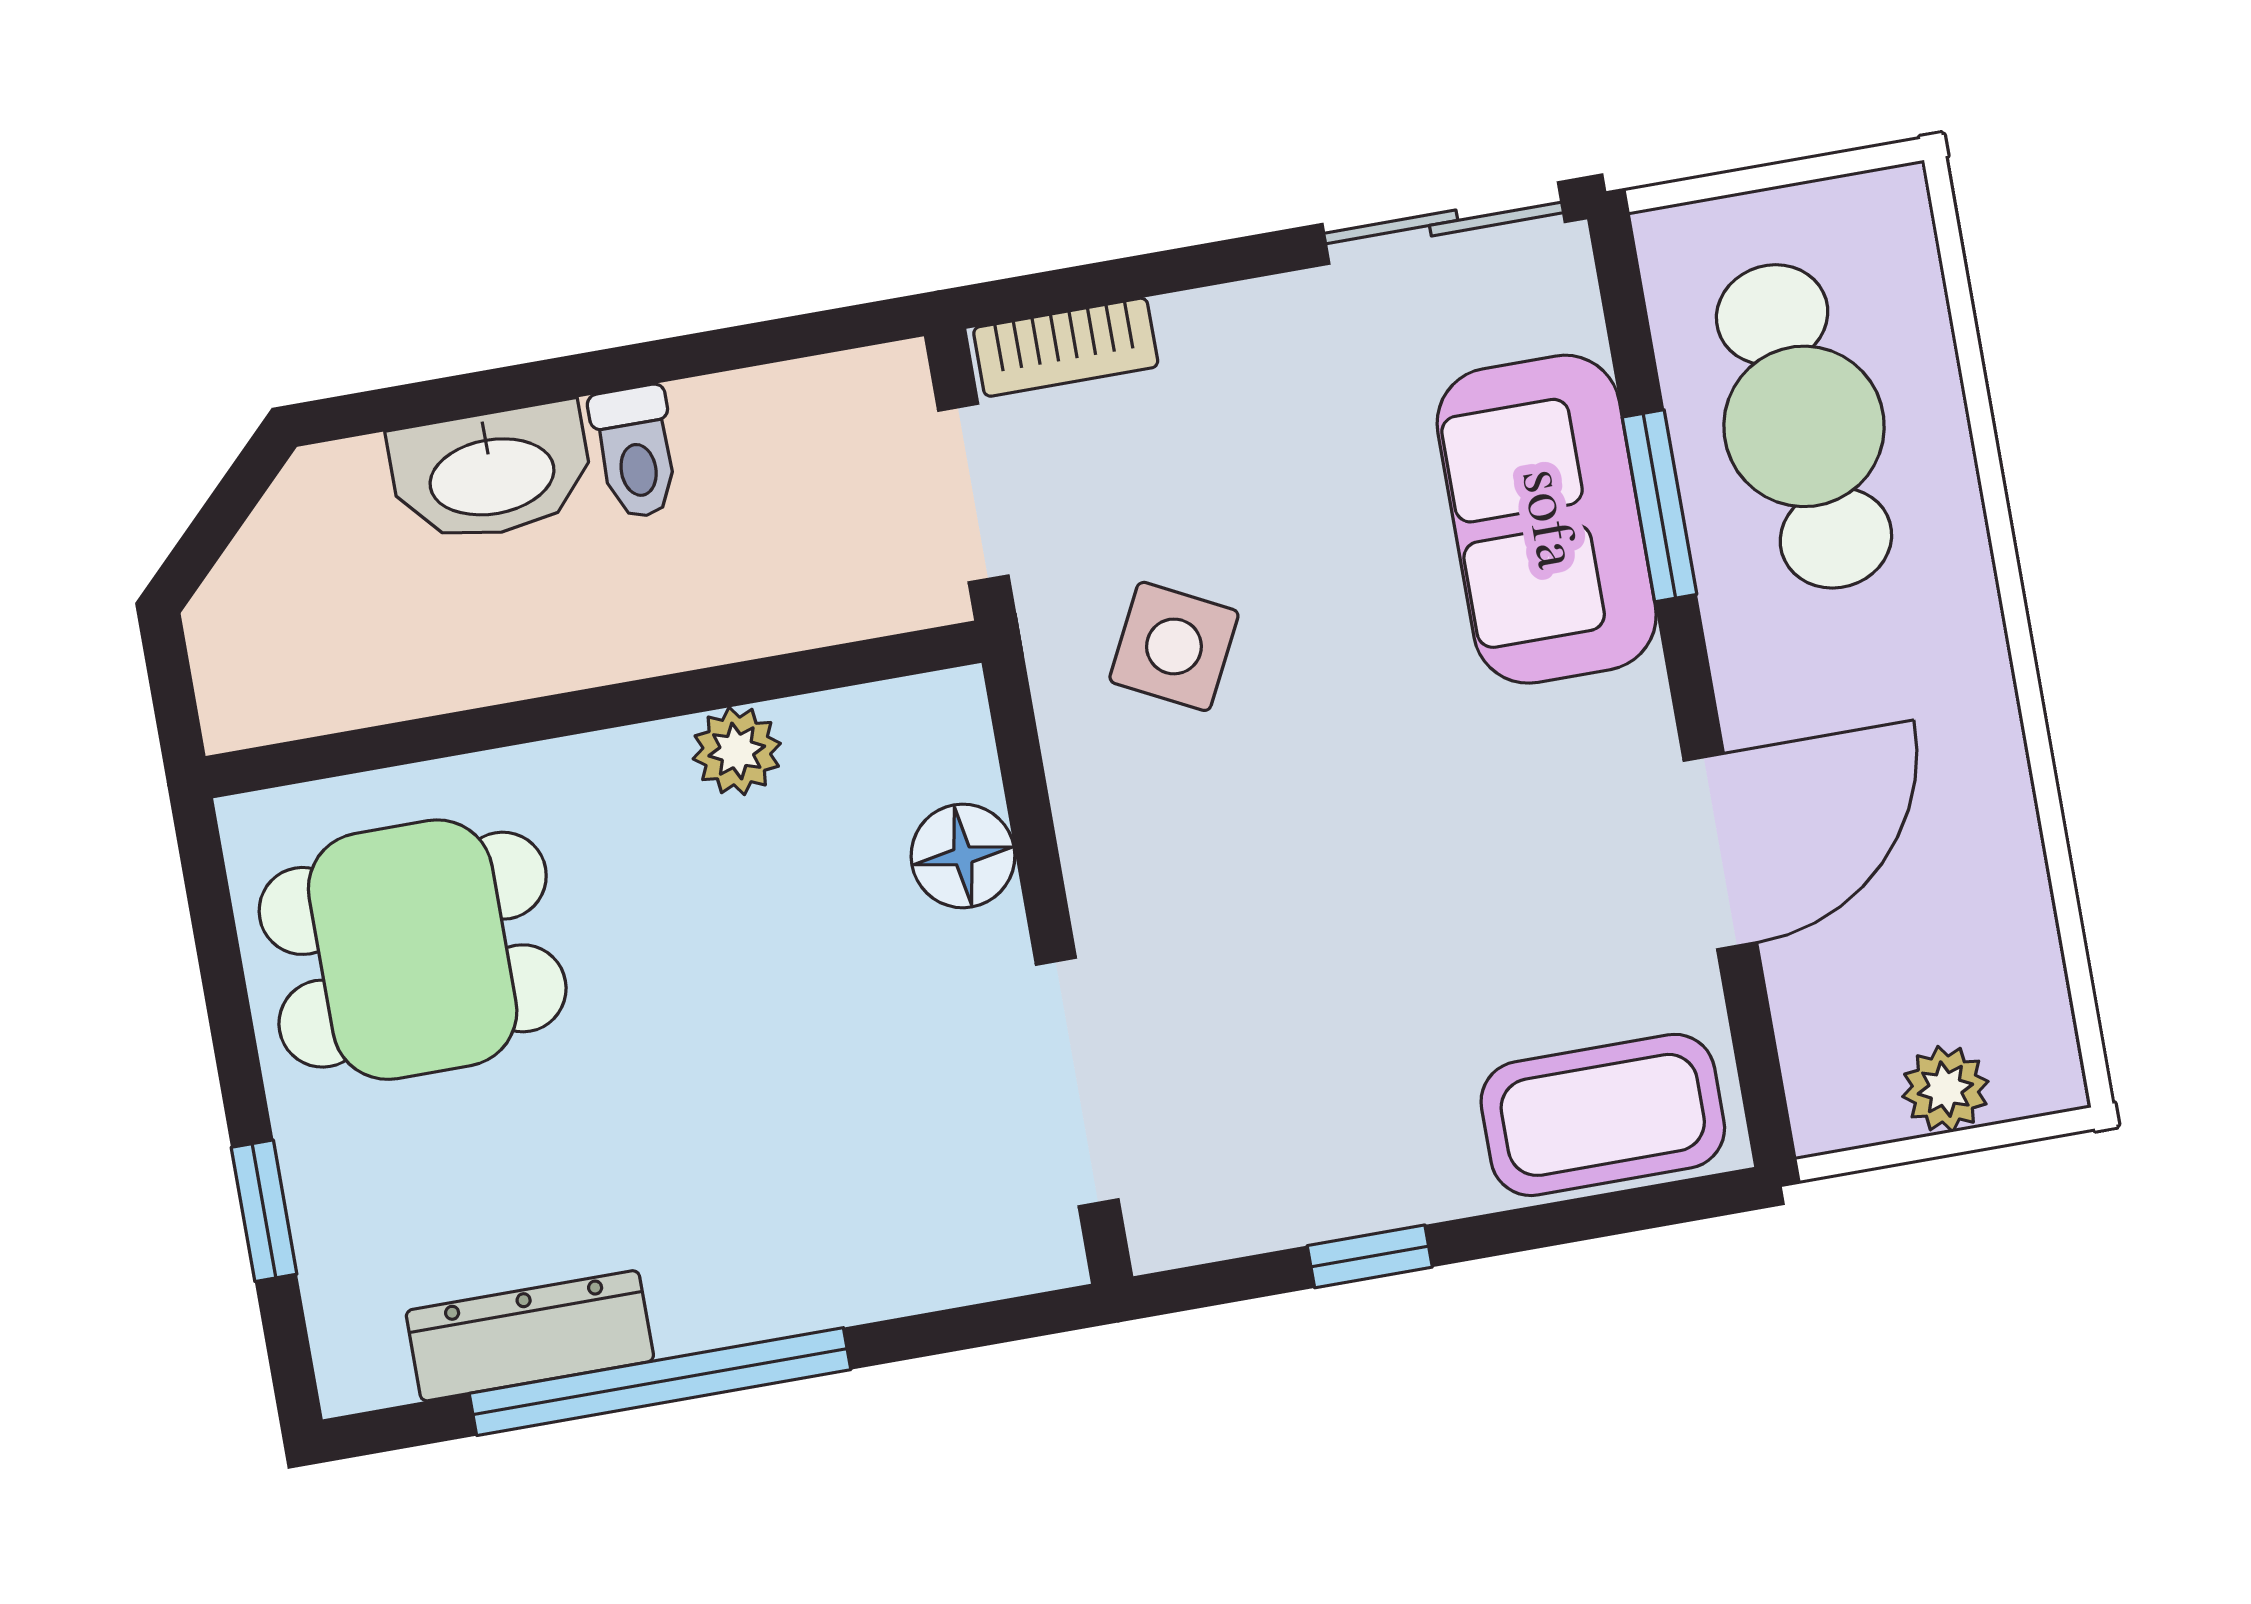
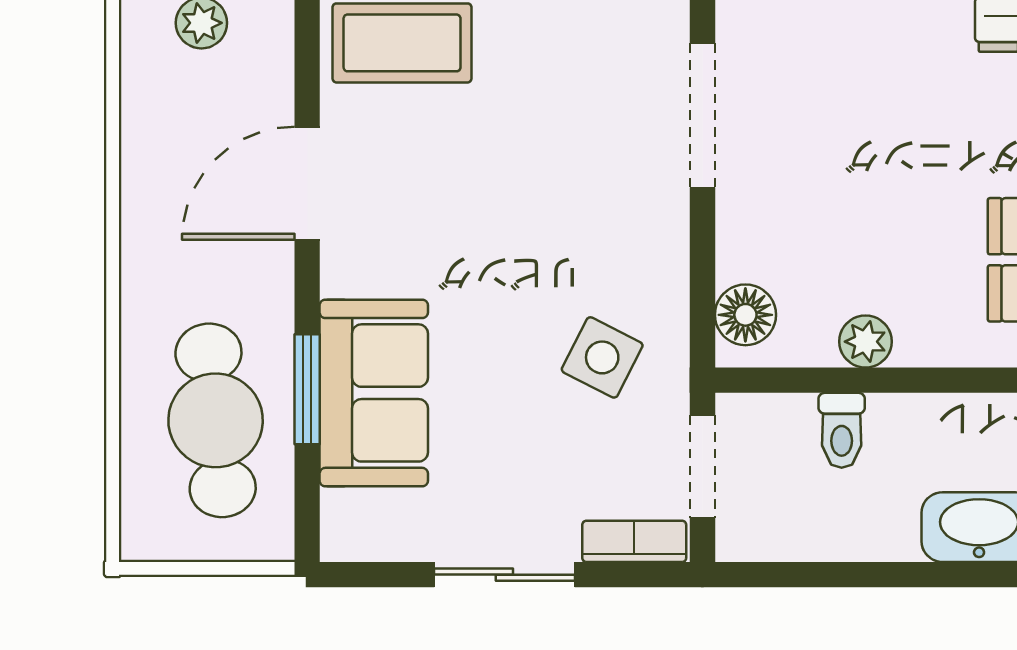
sliding door: (1444, 223) -> (504, 575), moved
toilet: (635, 452) -> (842, 430), moved, turned 180
floor lamp: (963, 856) -> (745, 315), moved

